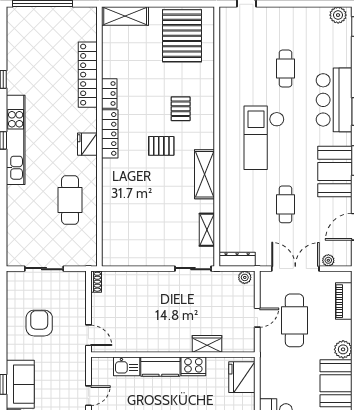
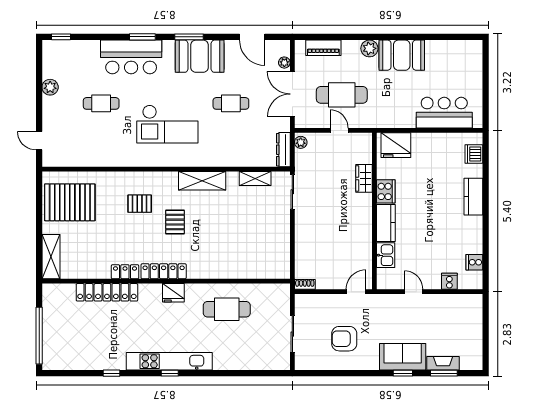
plant: (338, 15) -> (50, 87), moved

